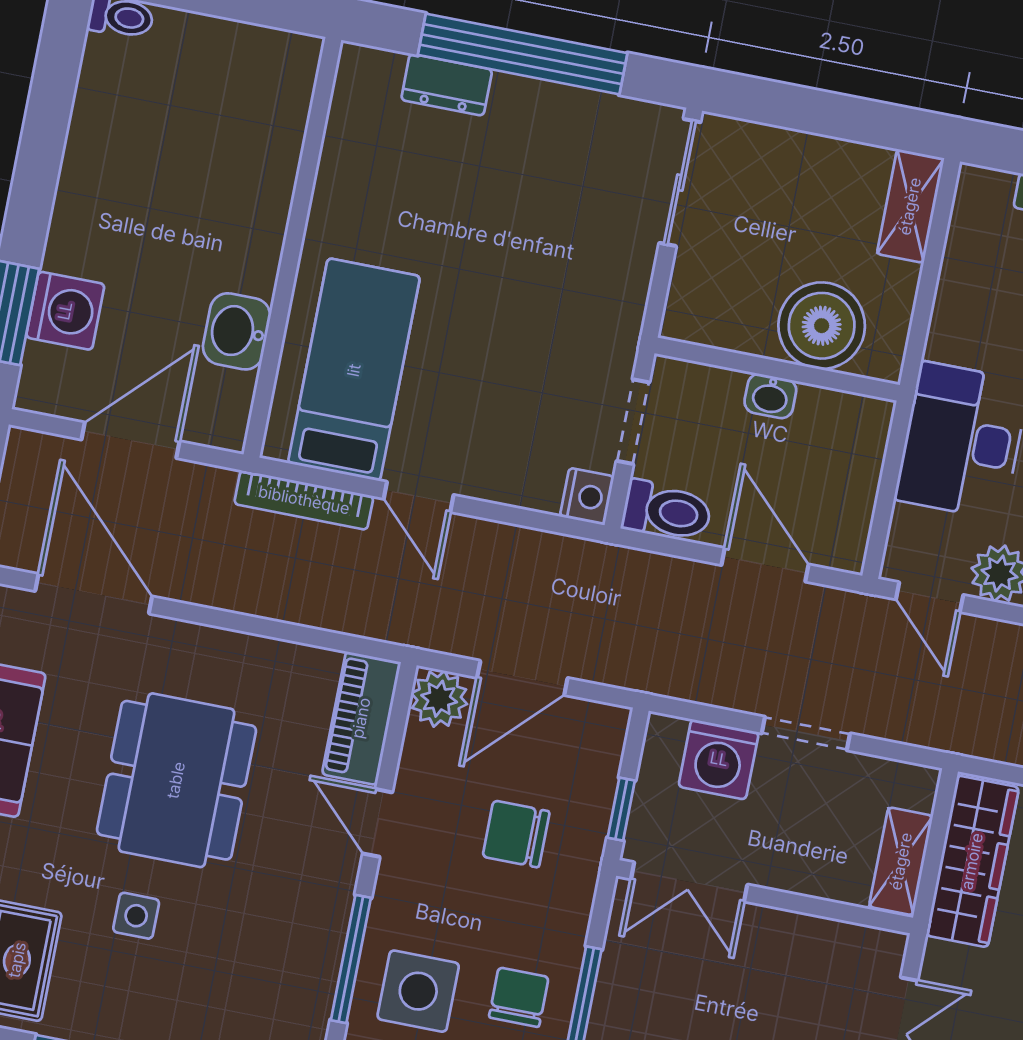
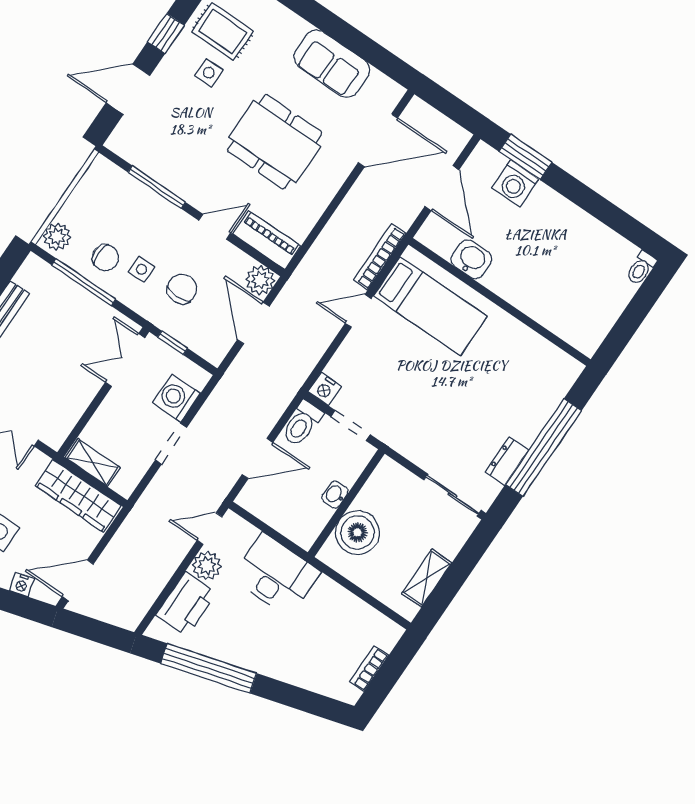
dresser: (447, 85) -> (507, 461), moved
shelving: (910, 206) -> (427, 578), moved, turned 90
side table: (136, 916) -> (209, 73), moved
side table: (418, 991) -> (142, 269), moved, width x0.54, depth x0.54

